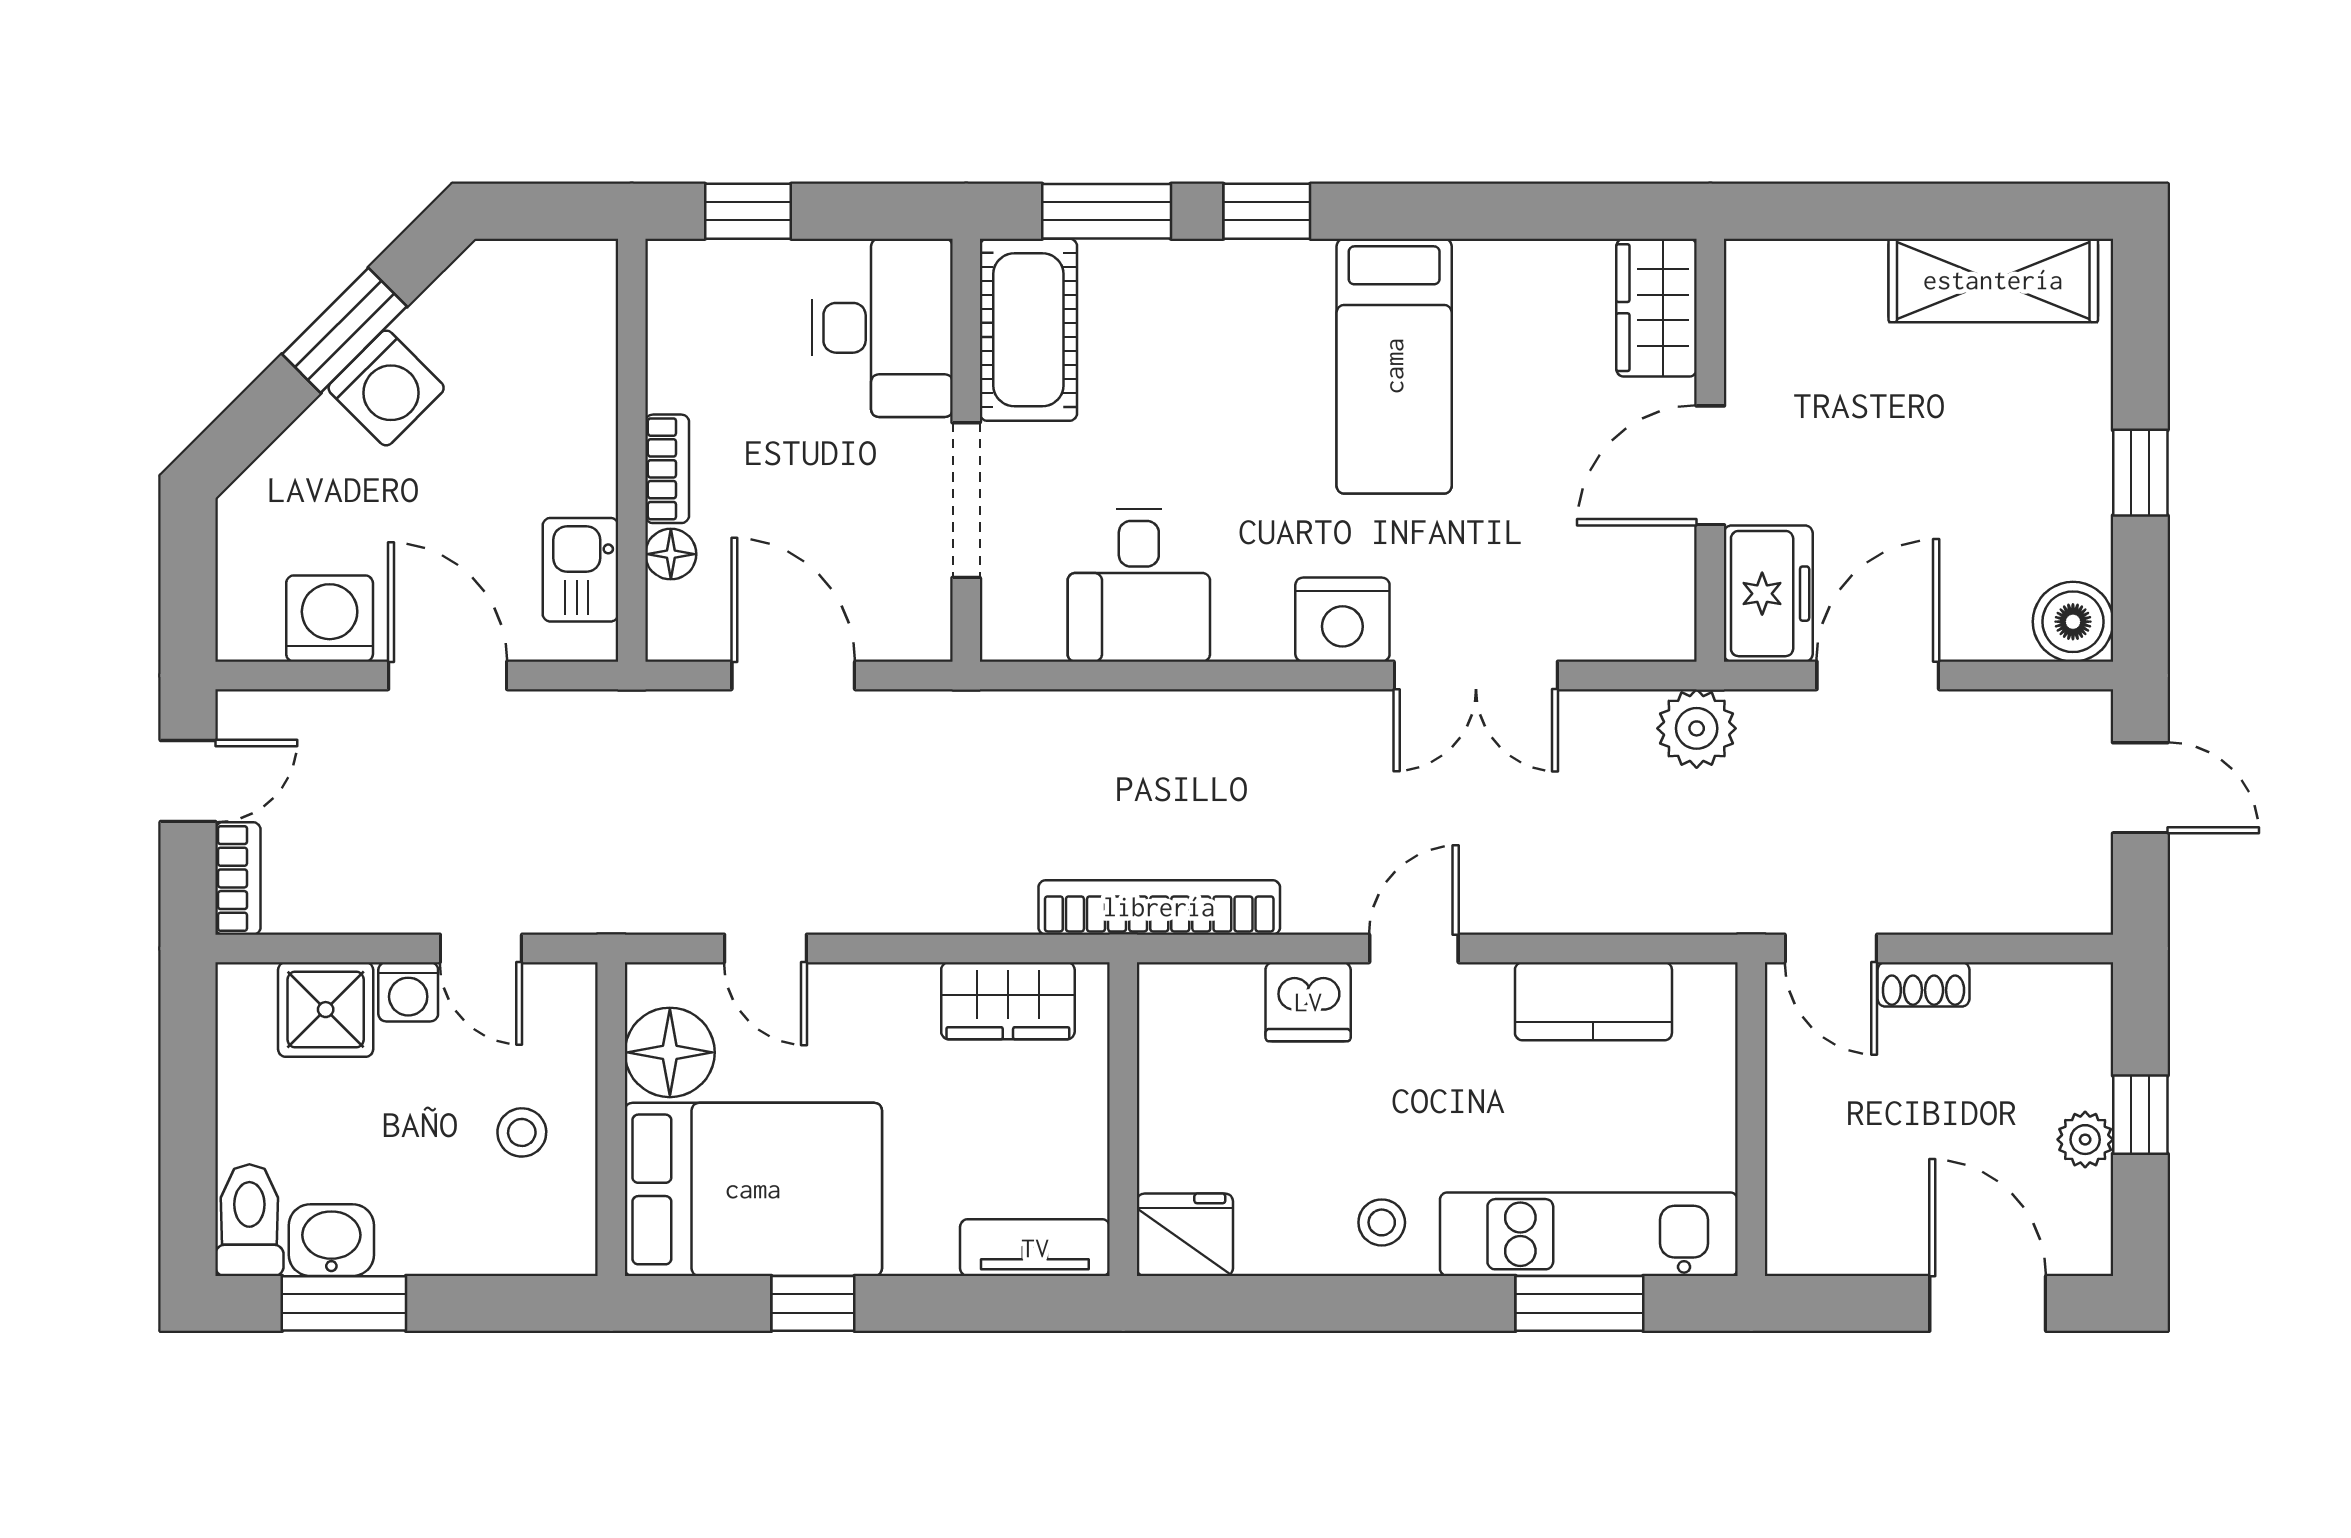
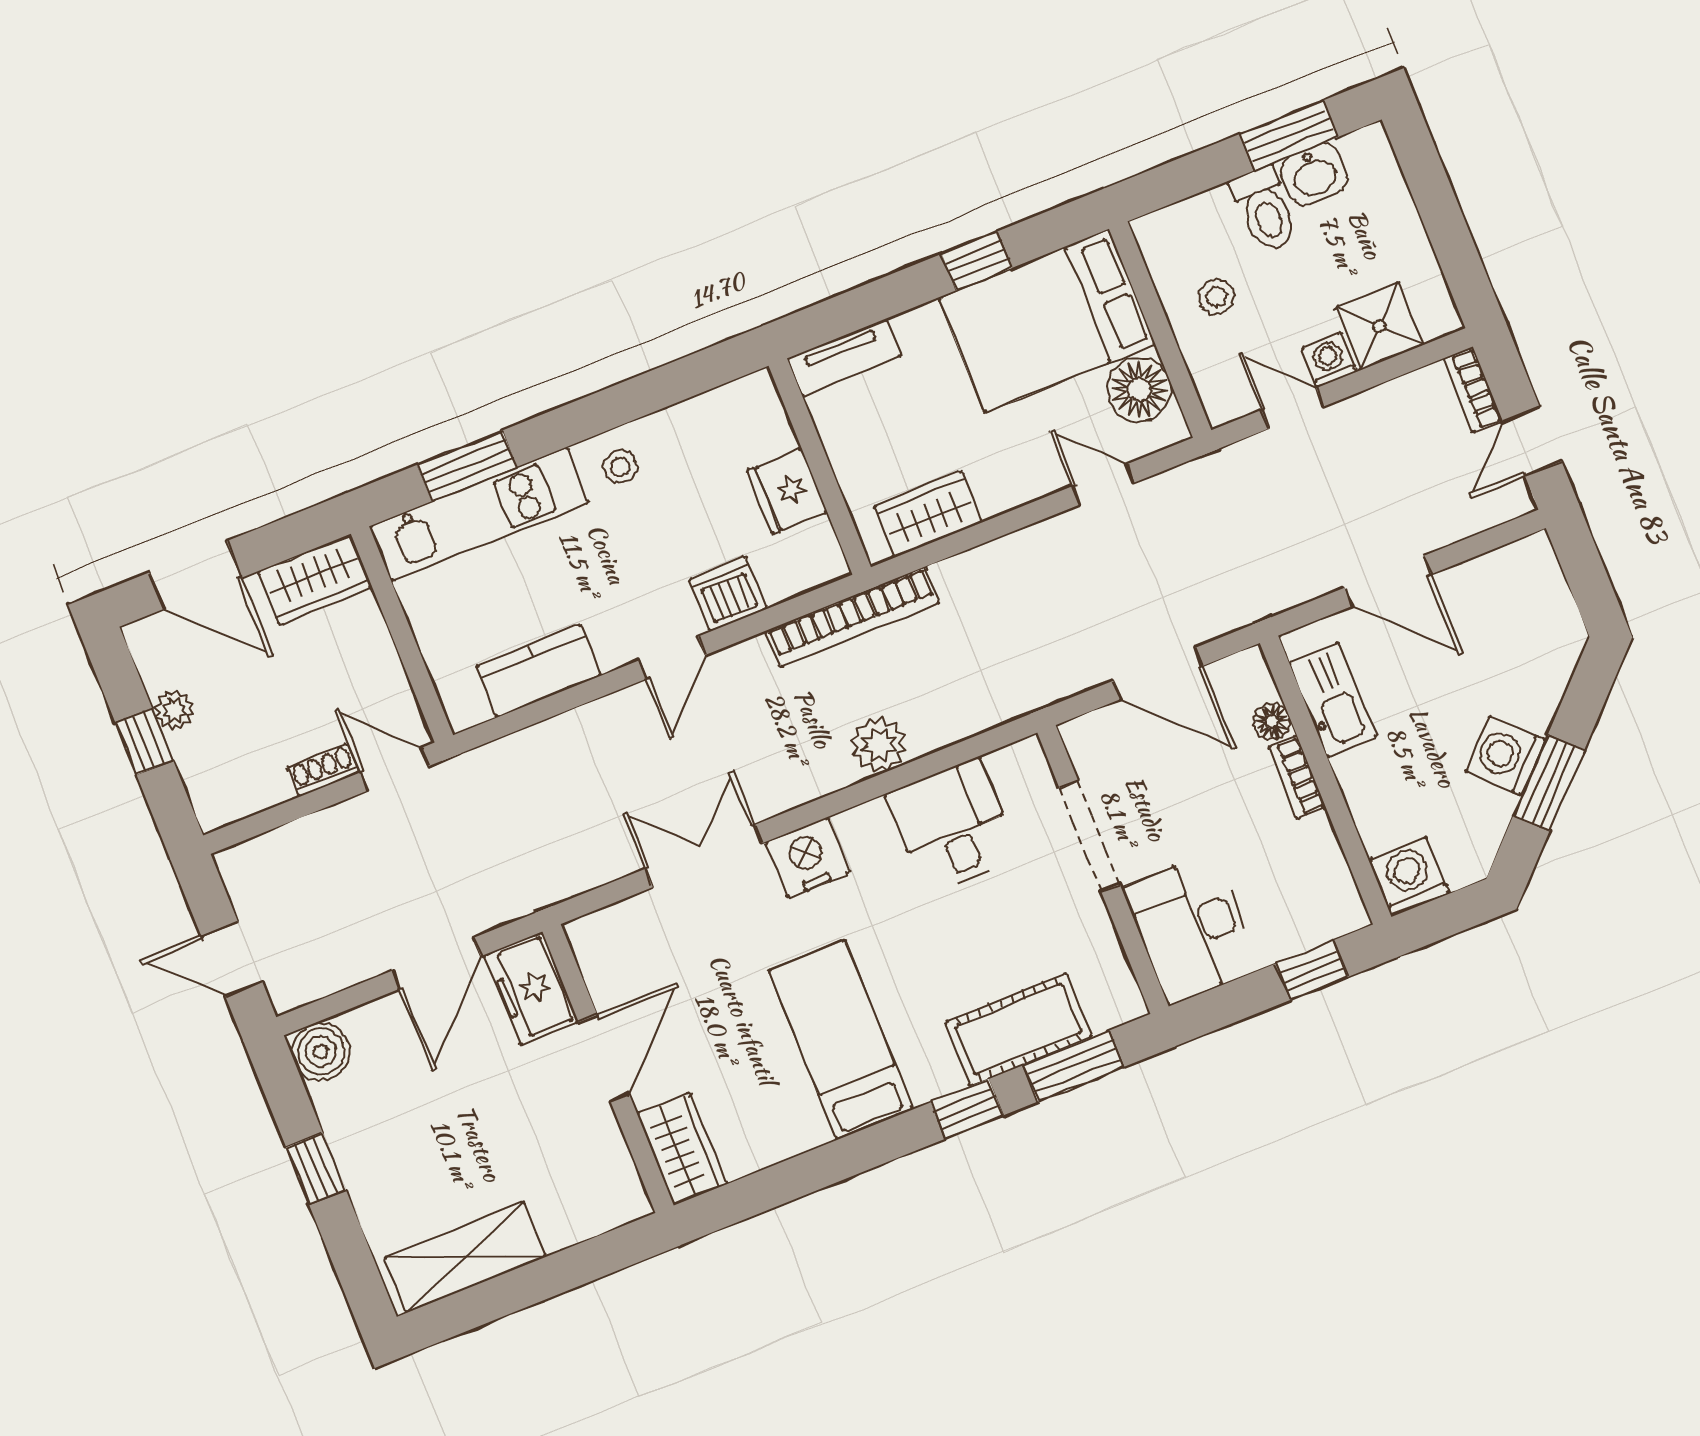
cot: (1028, 330) -> (1018, 1030), moved, turned 90
kitchen sink: (580, 570) -> (1333, 700), width x1.38
washing machine: (330, 619) -> (1409, 877), moved, turned 180
plant: (1697, 728) -> (879, 745), moved
toilet: (249, 1220) -> (1265, 209), moved
fridge: (1185, 1235) -> (787, 491), moved, turned 90
wardrobe: (1835, 1235) -> (315, 579), added

